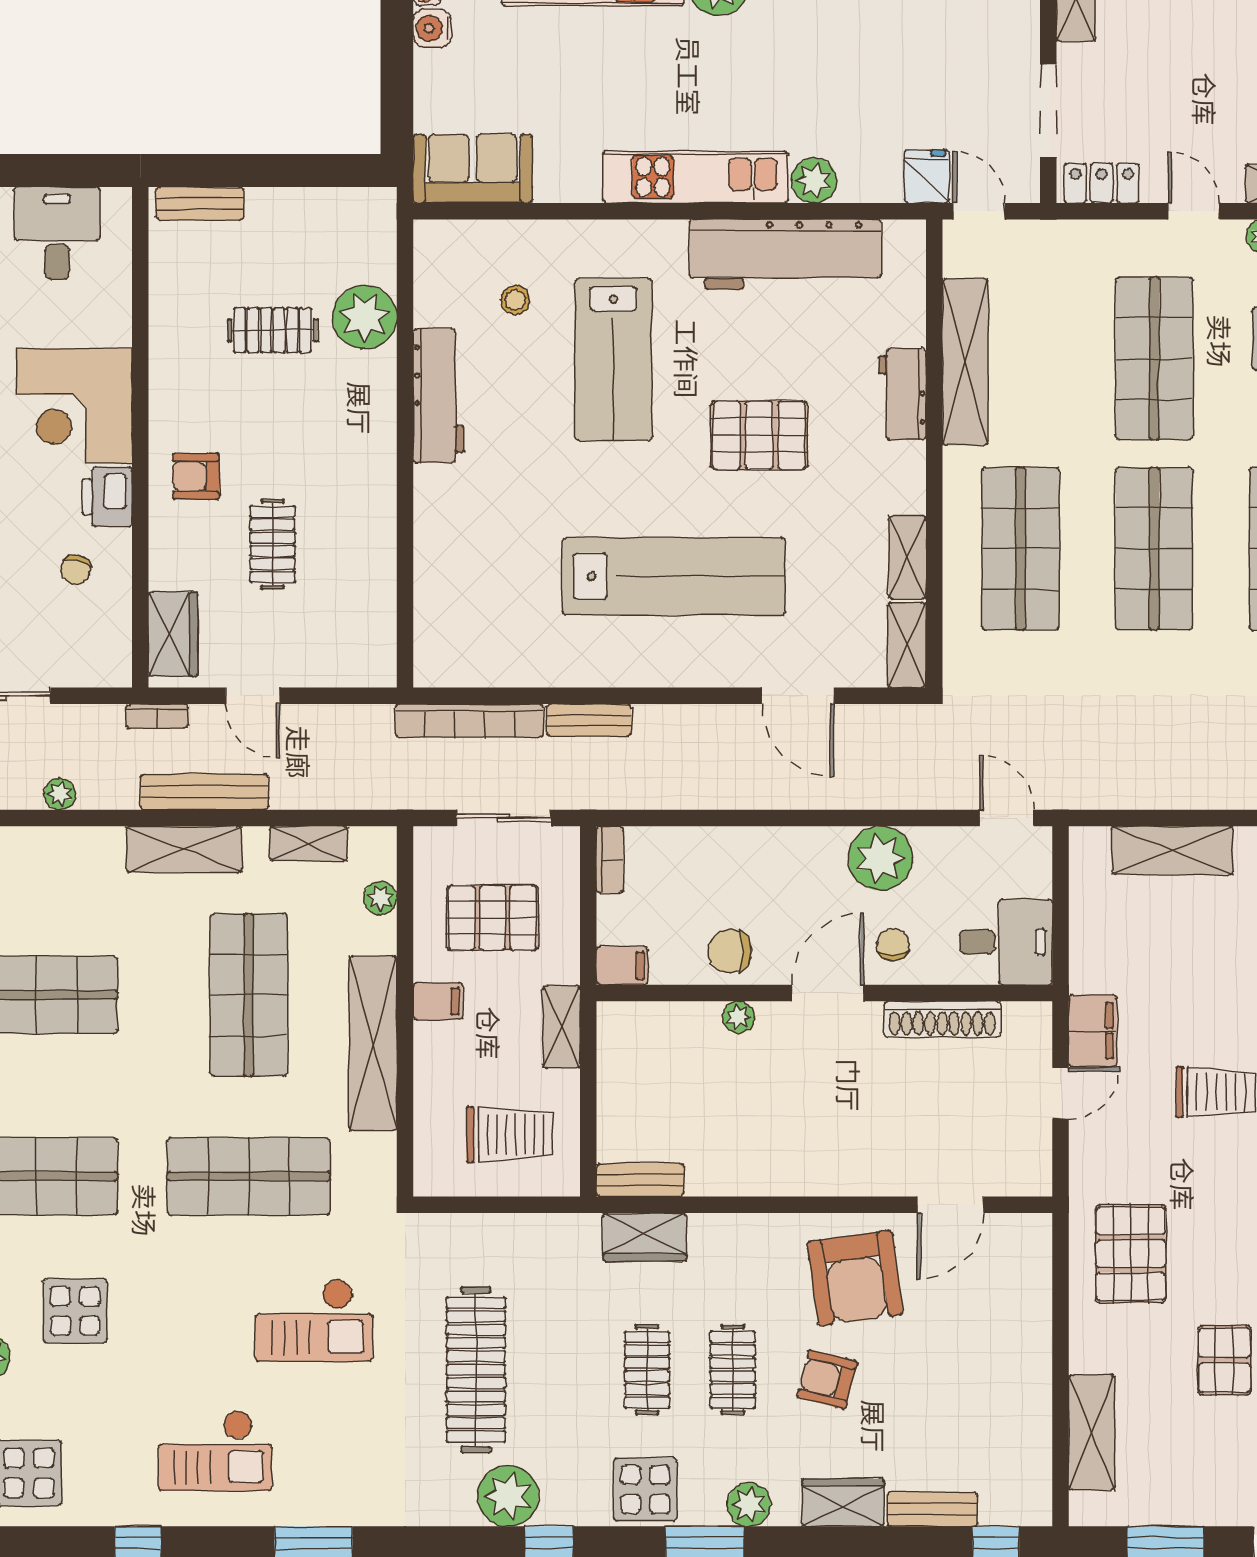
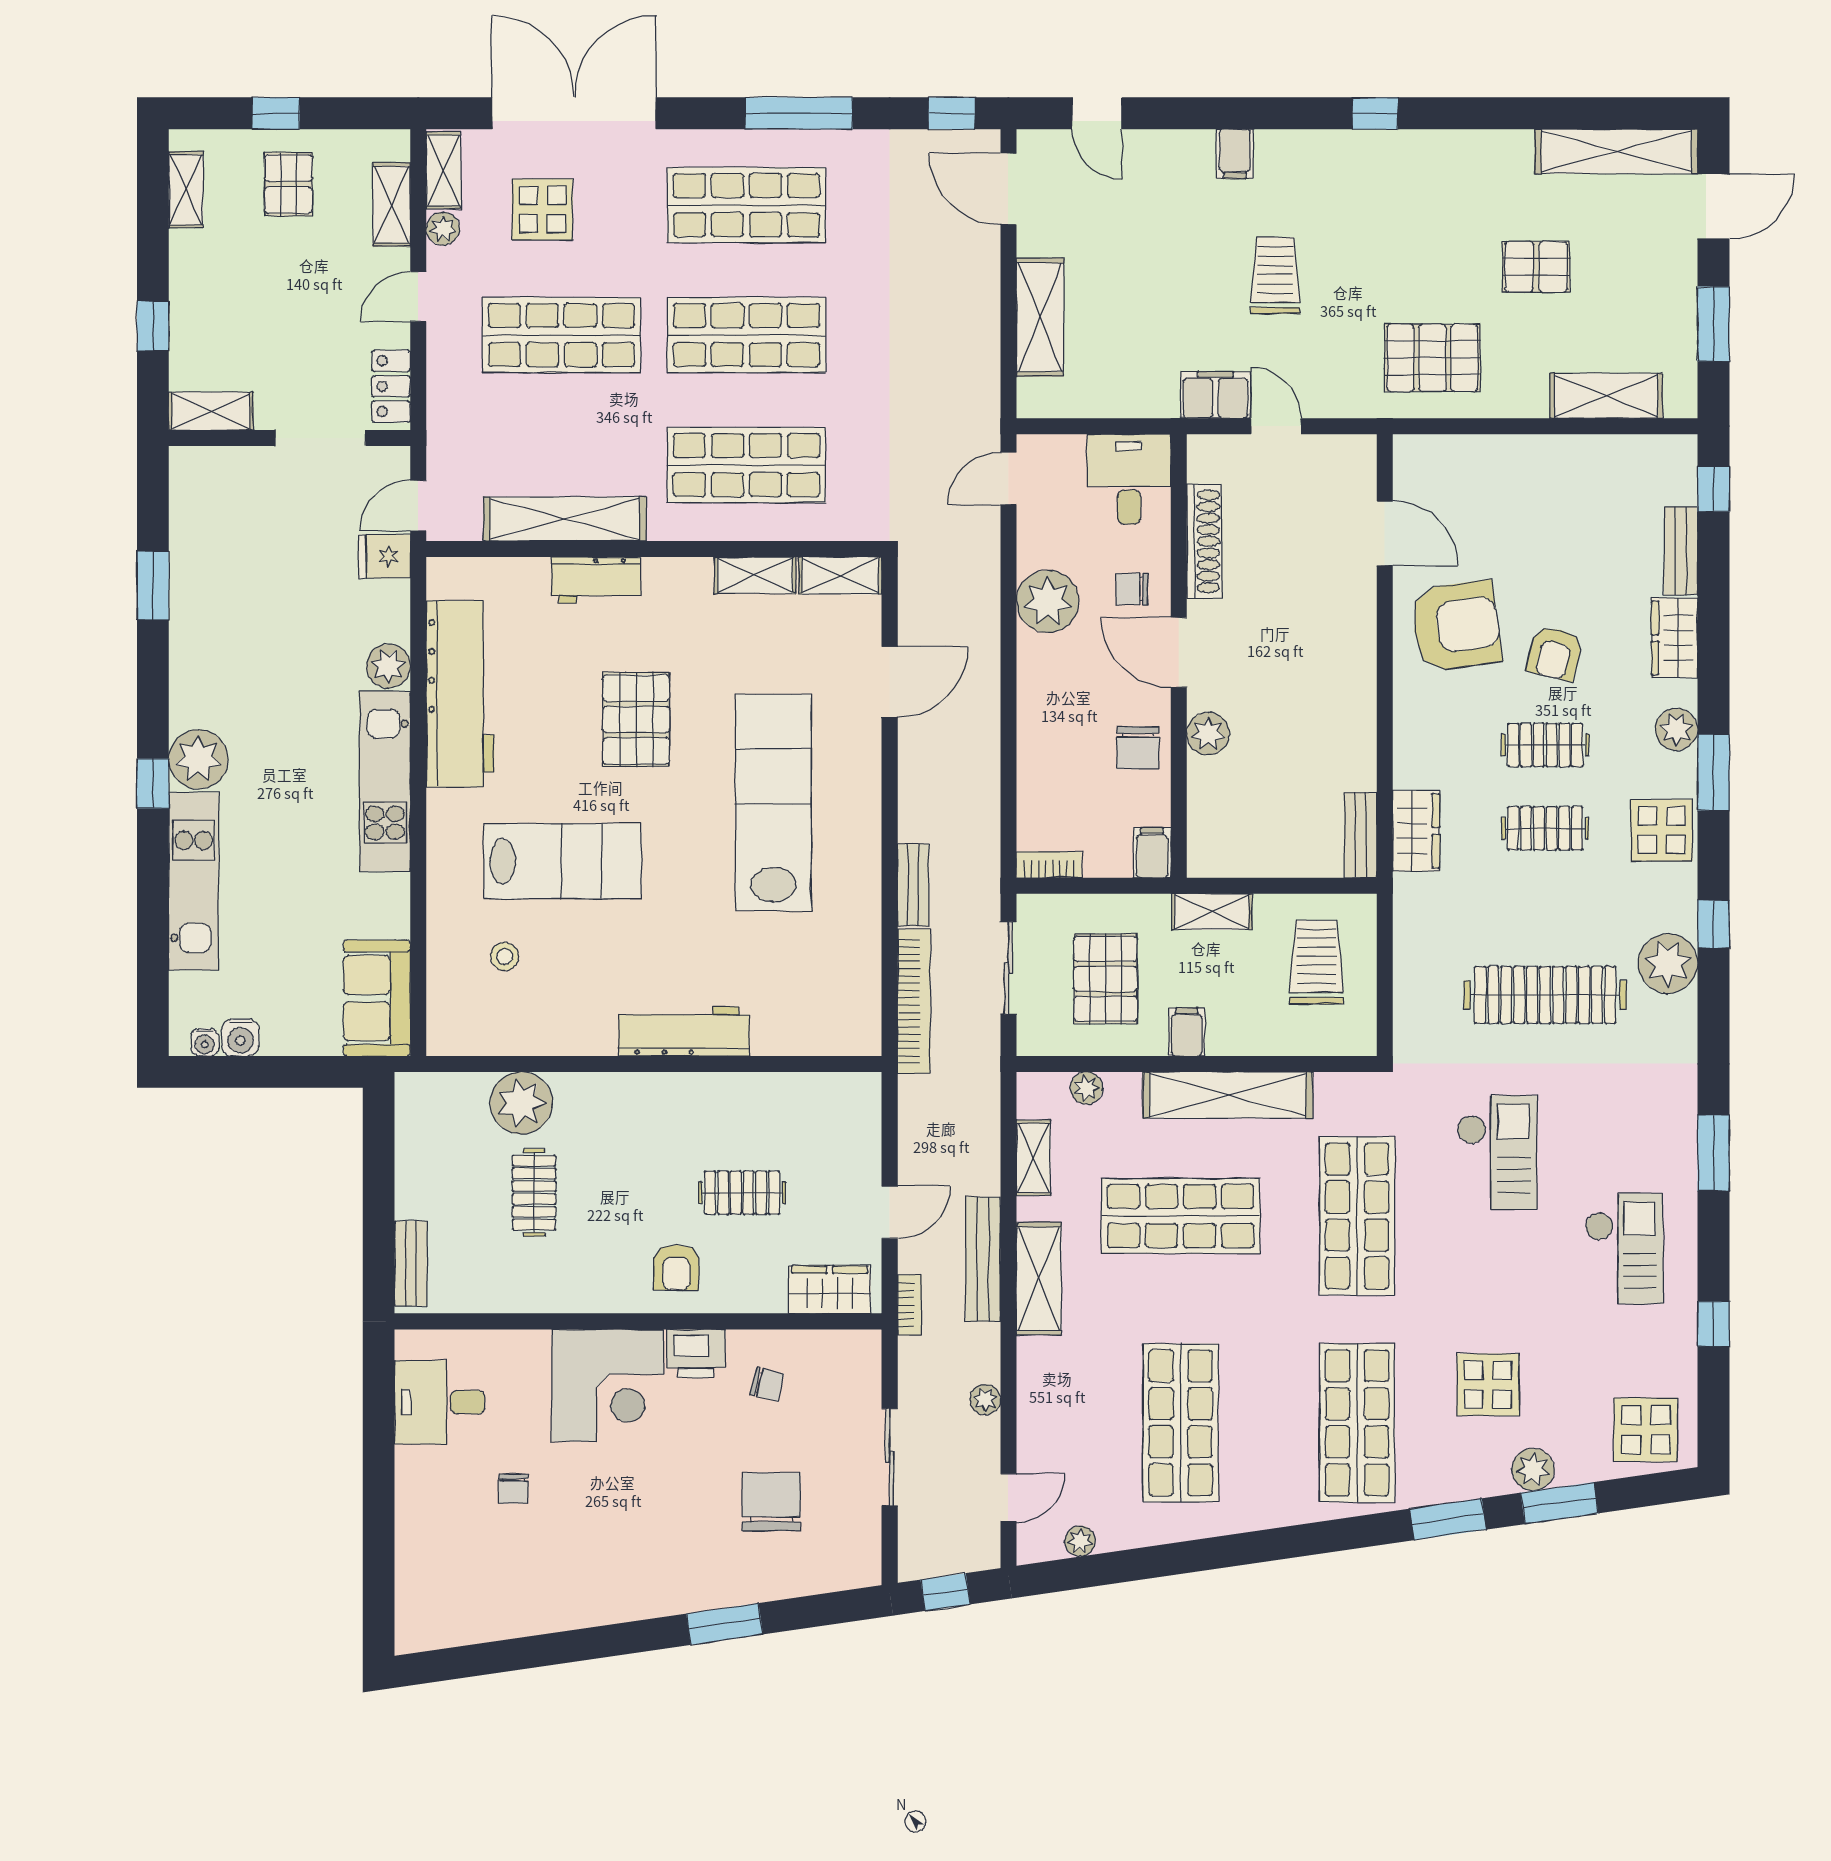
workbench: (438, 396) -> (684, 1031), moved
plant: (738, 1017) -> (1208, 734), width x1.38, depth x1.38

